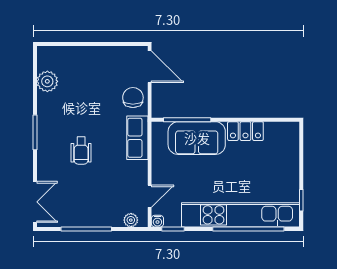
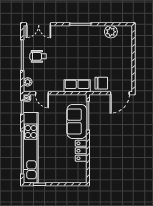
wheelchair: (81, 151) -> (38, 56), moved

